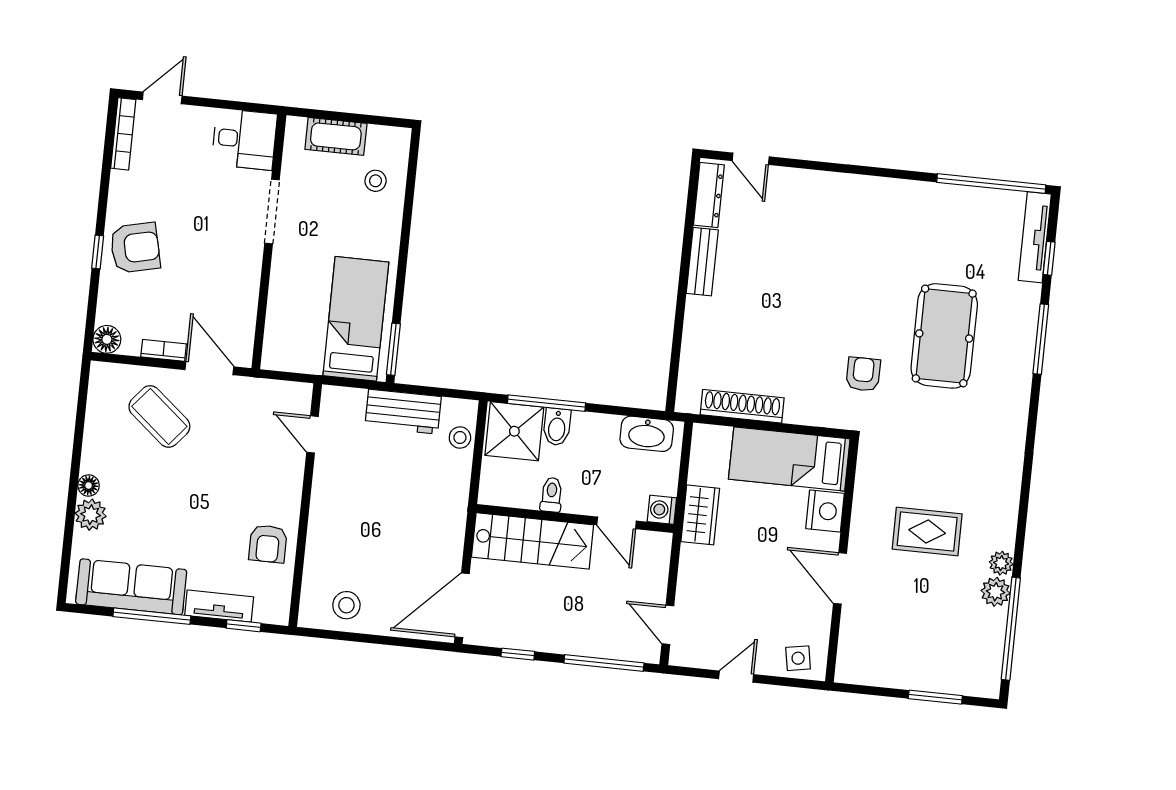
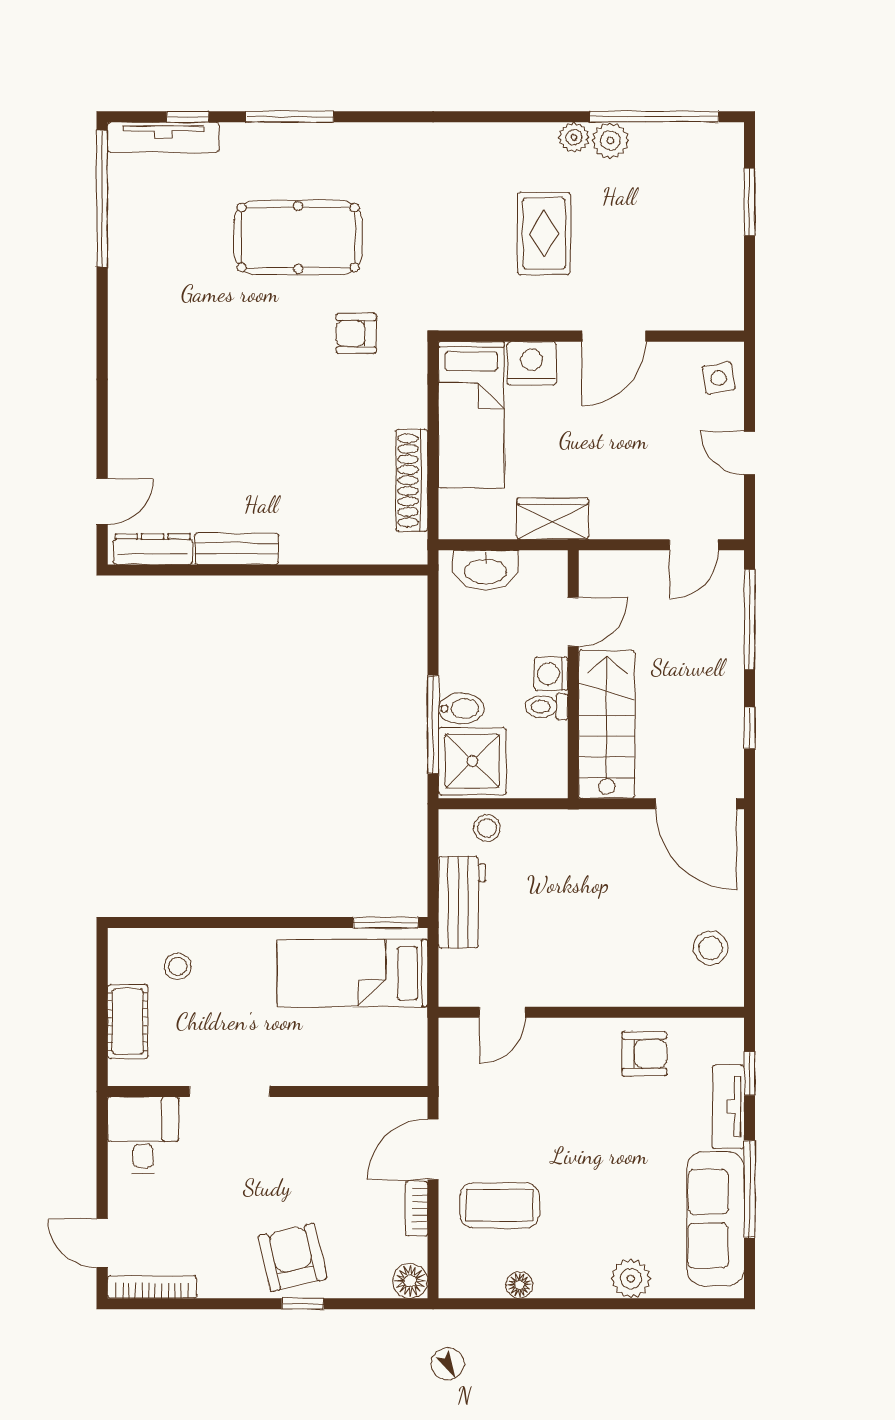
coffee table: (159, 416) -> (500, 1205), turned 50
washbasin: (647, 434) -> (486, 570), moved, turned 90
floor lamp: (89, 485) -> (519, 1285), moved
washing machine: (662, 510) -> (551, 674), moved, turned 90

